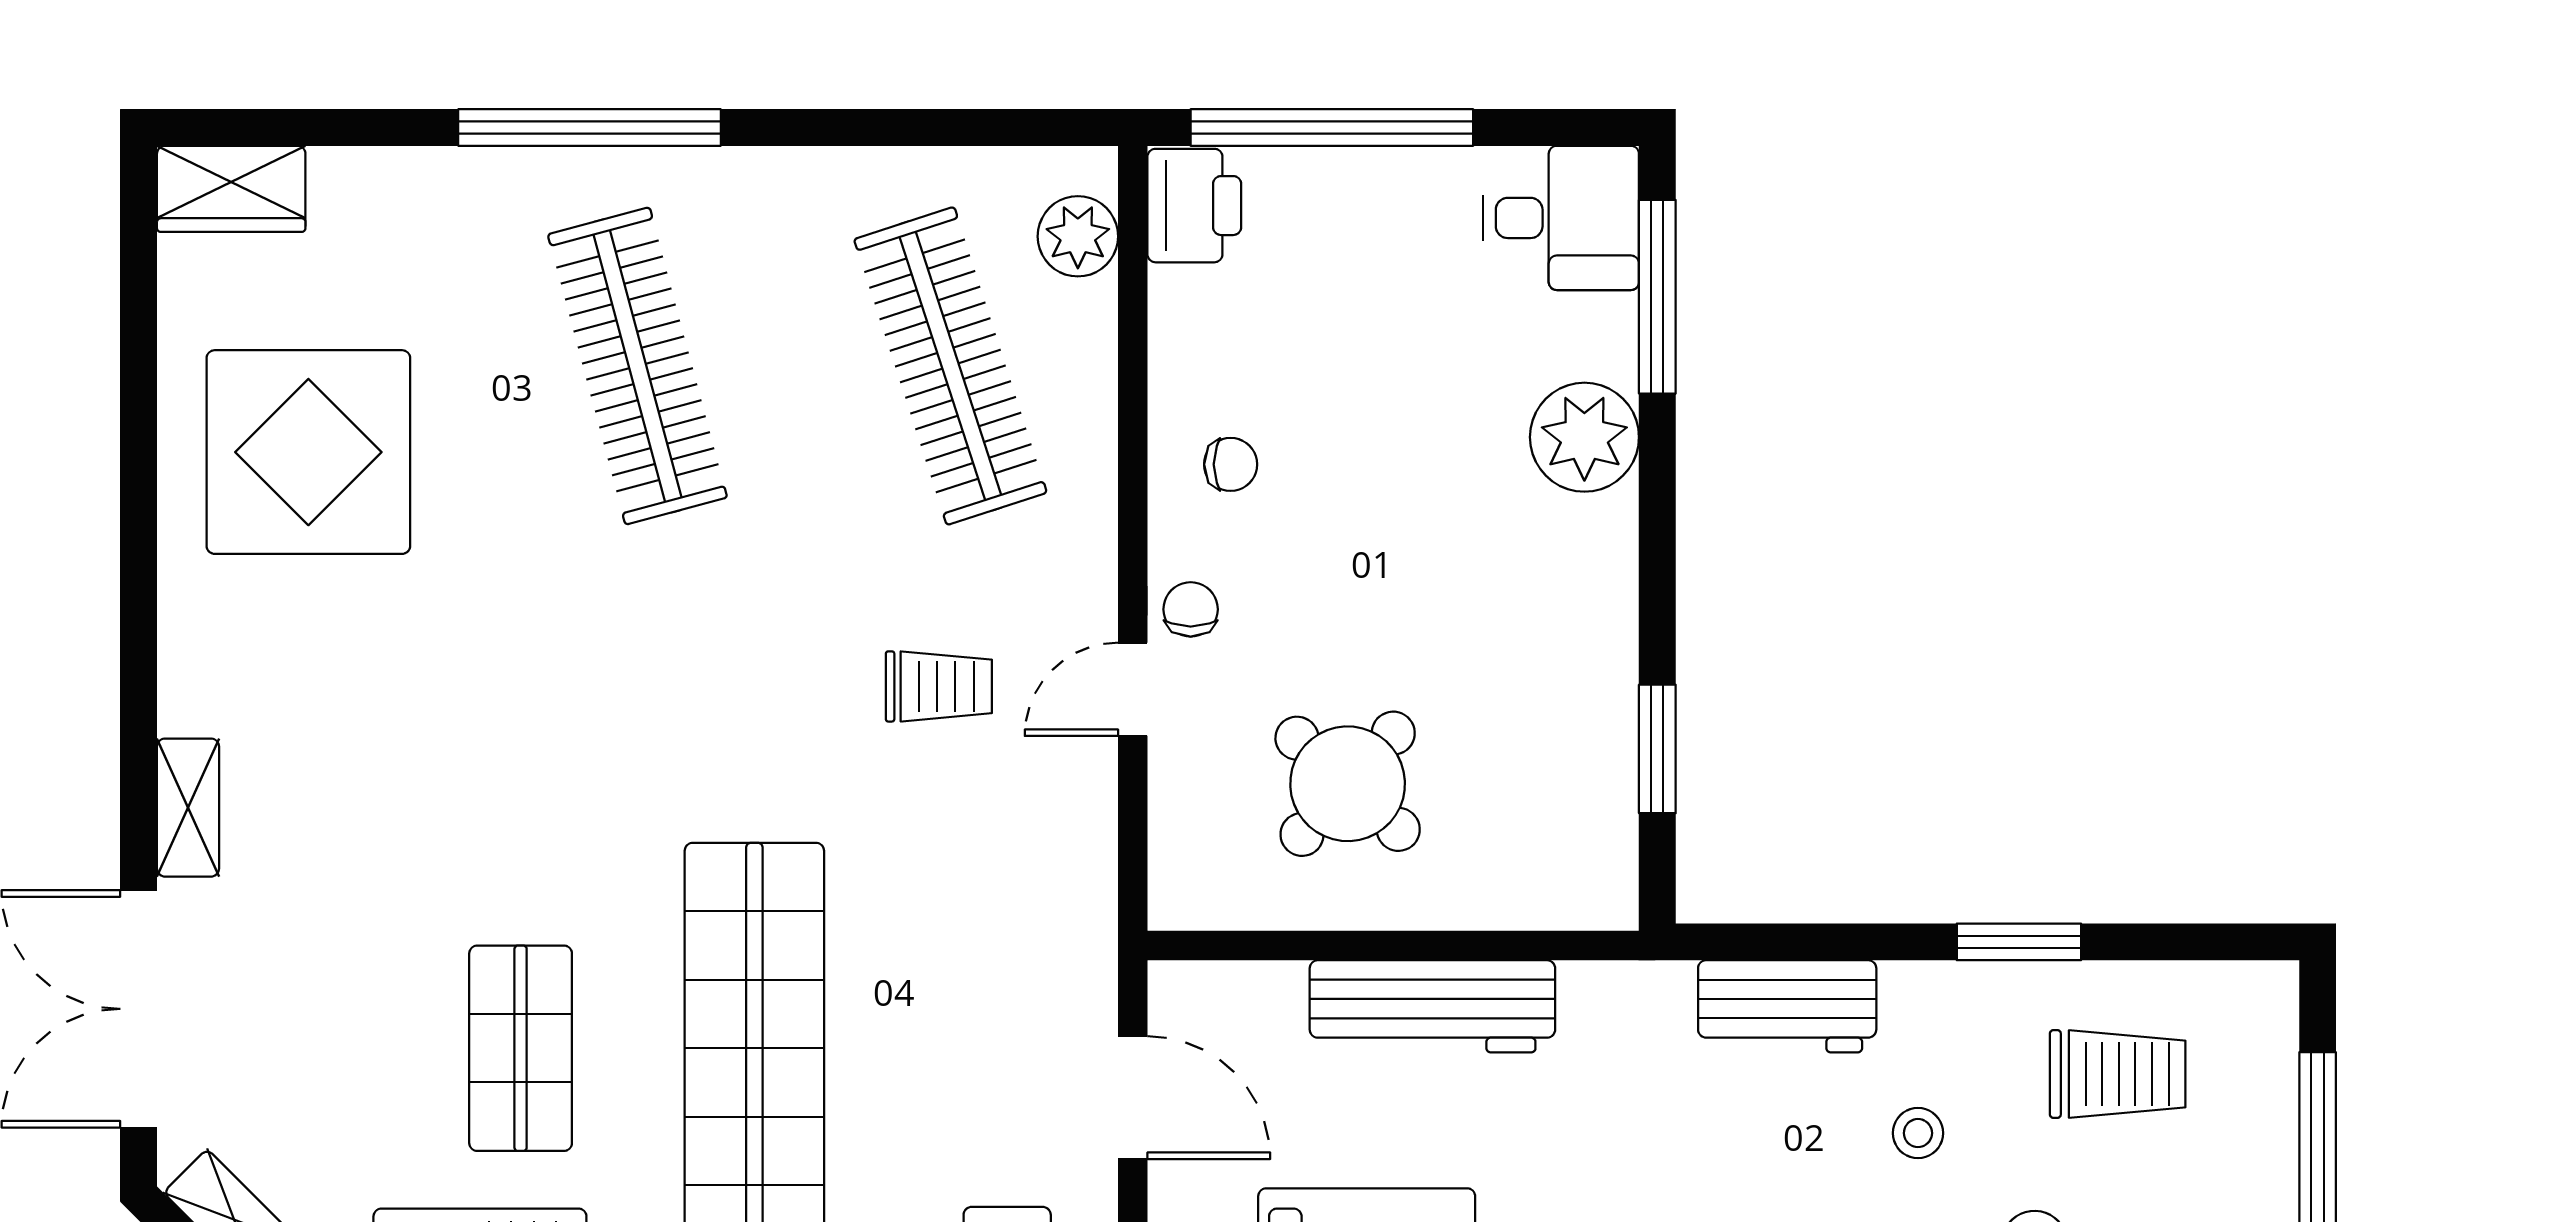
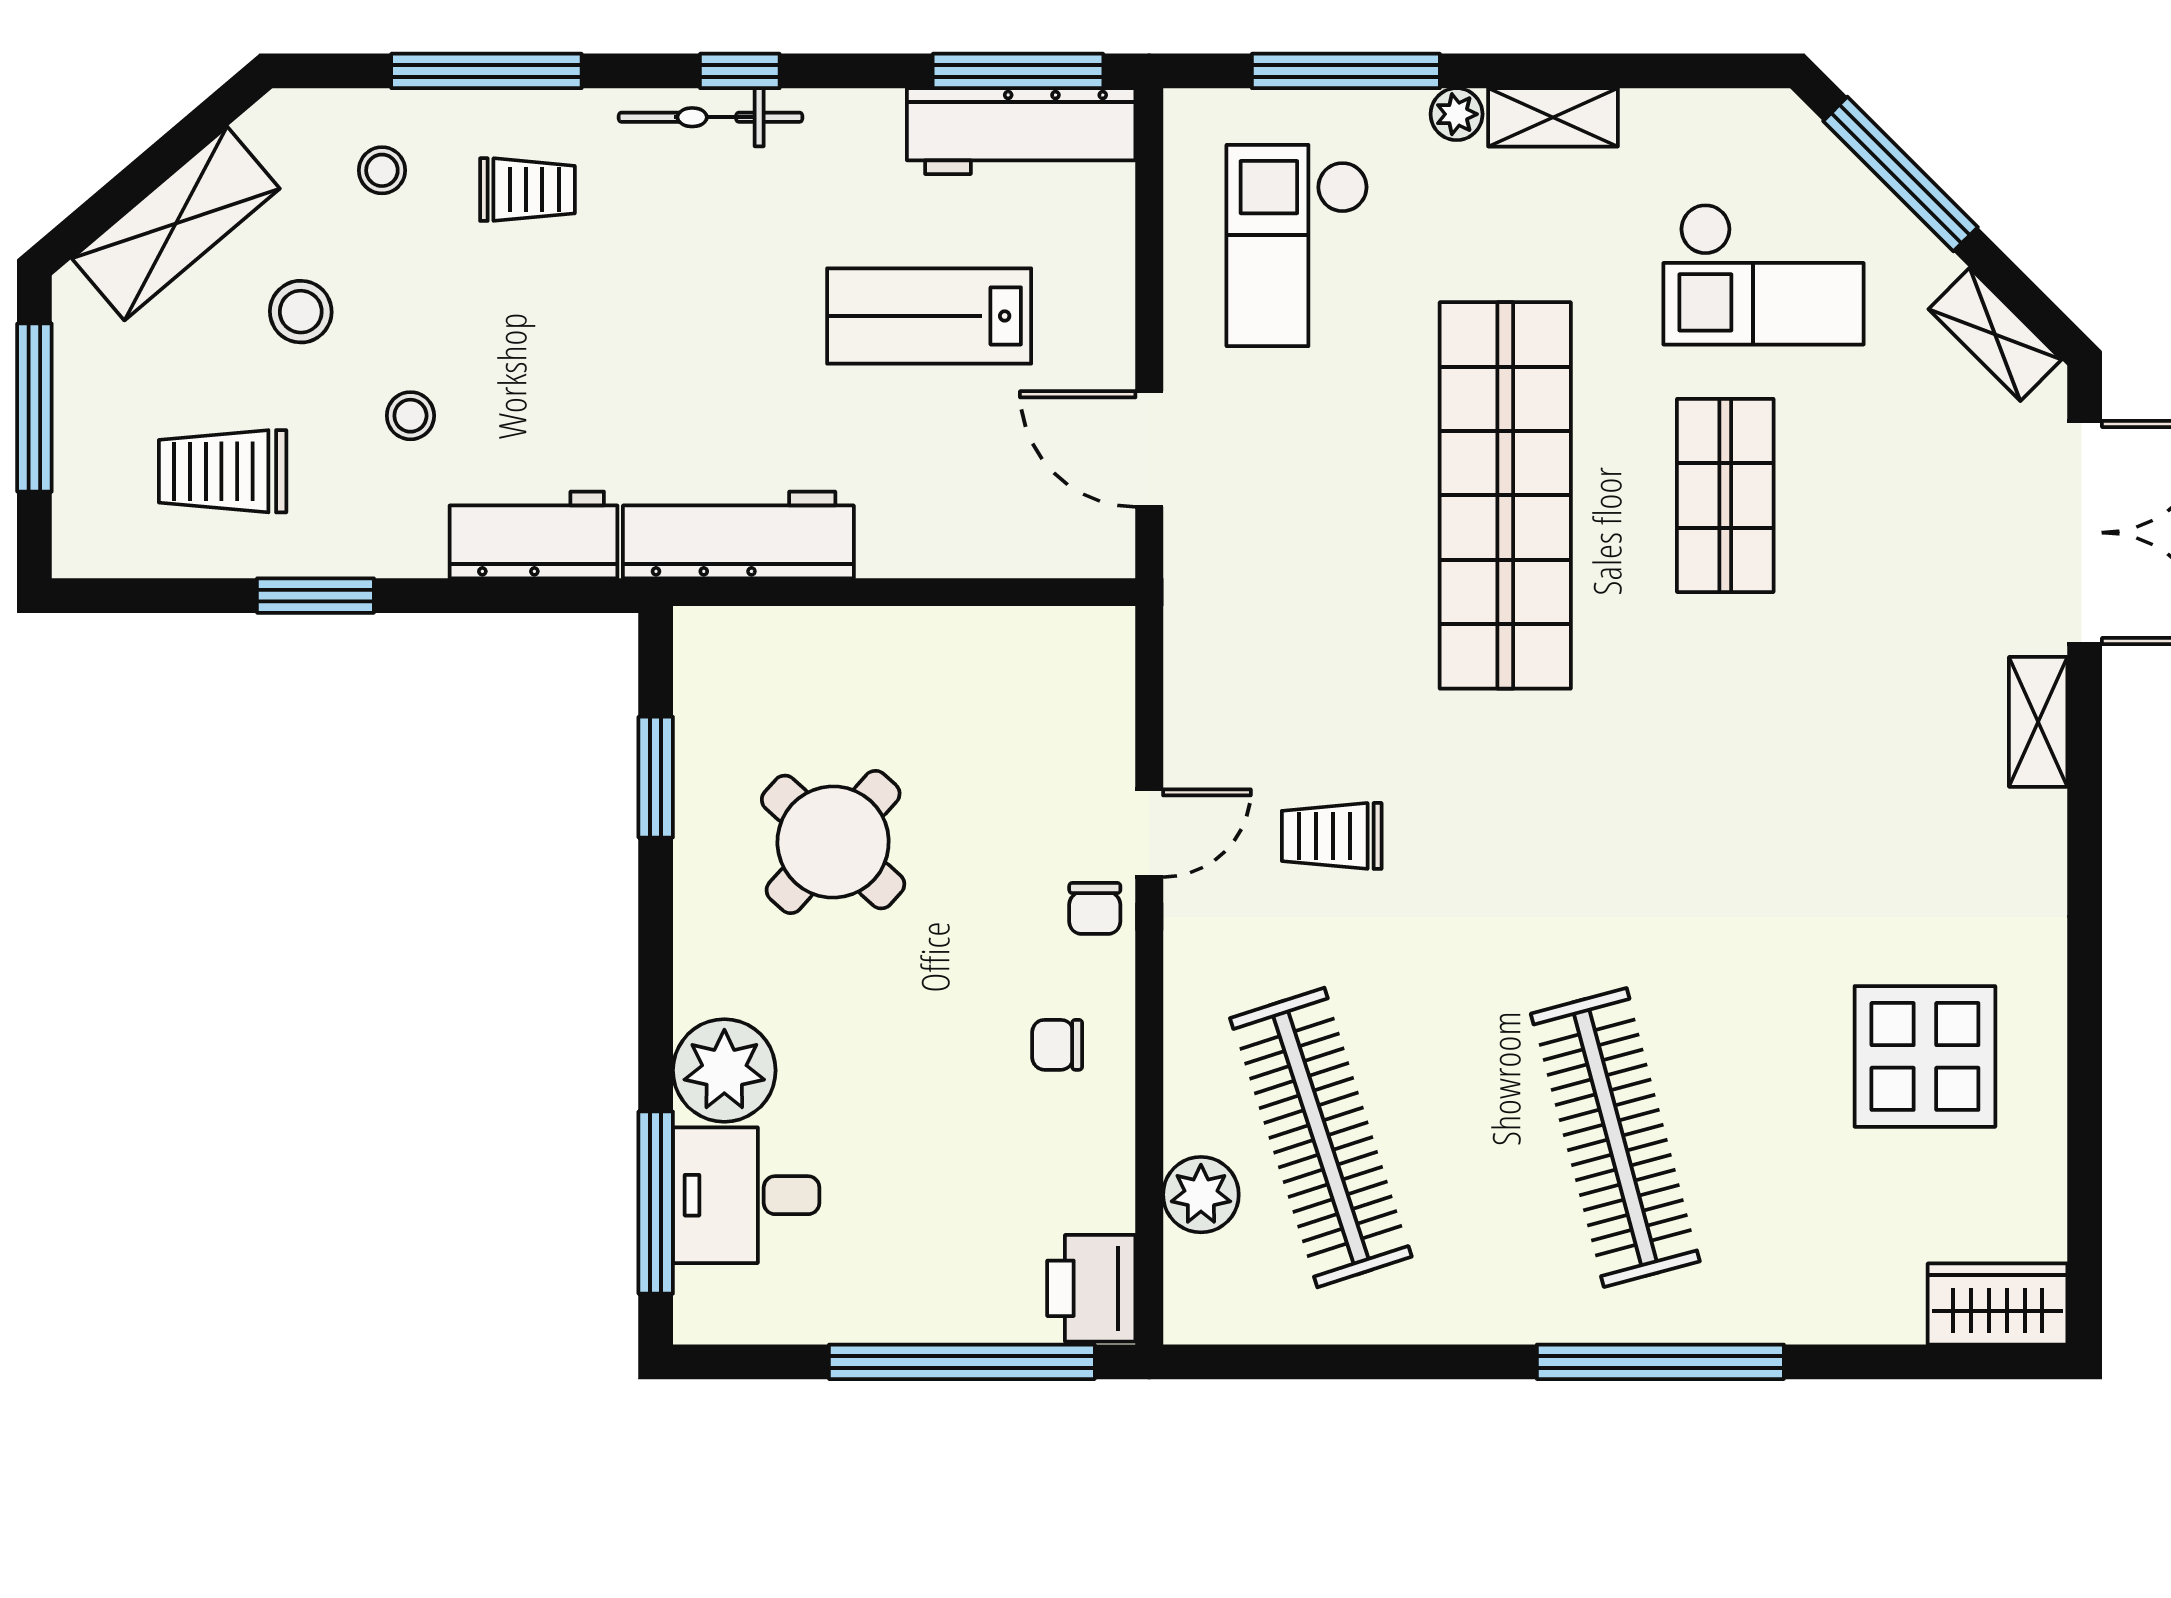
desk: (1561, 218) -> (746, 1195), moved
plant: (1078, 236) -> (1201, 1195), moved
display table: (308, 452) -> (1925, 1056), width x0.73, depth x0.73
round table: (1348, 784) -> (833, 842), moved
workbench: (1432, 1006) -> (738, 535), moved

